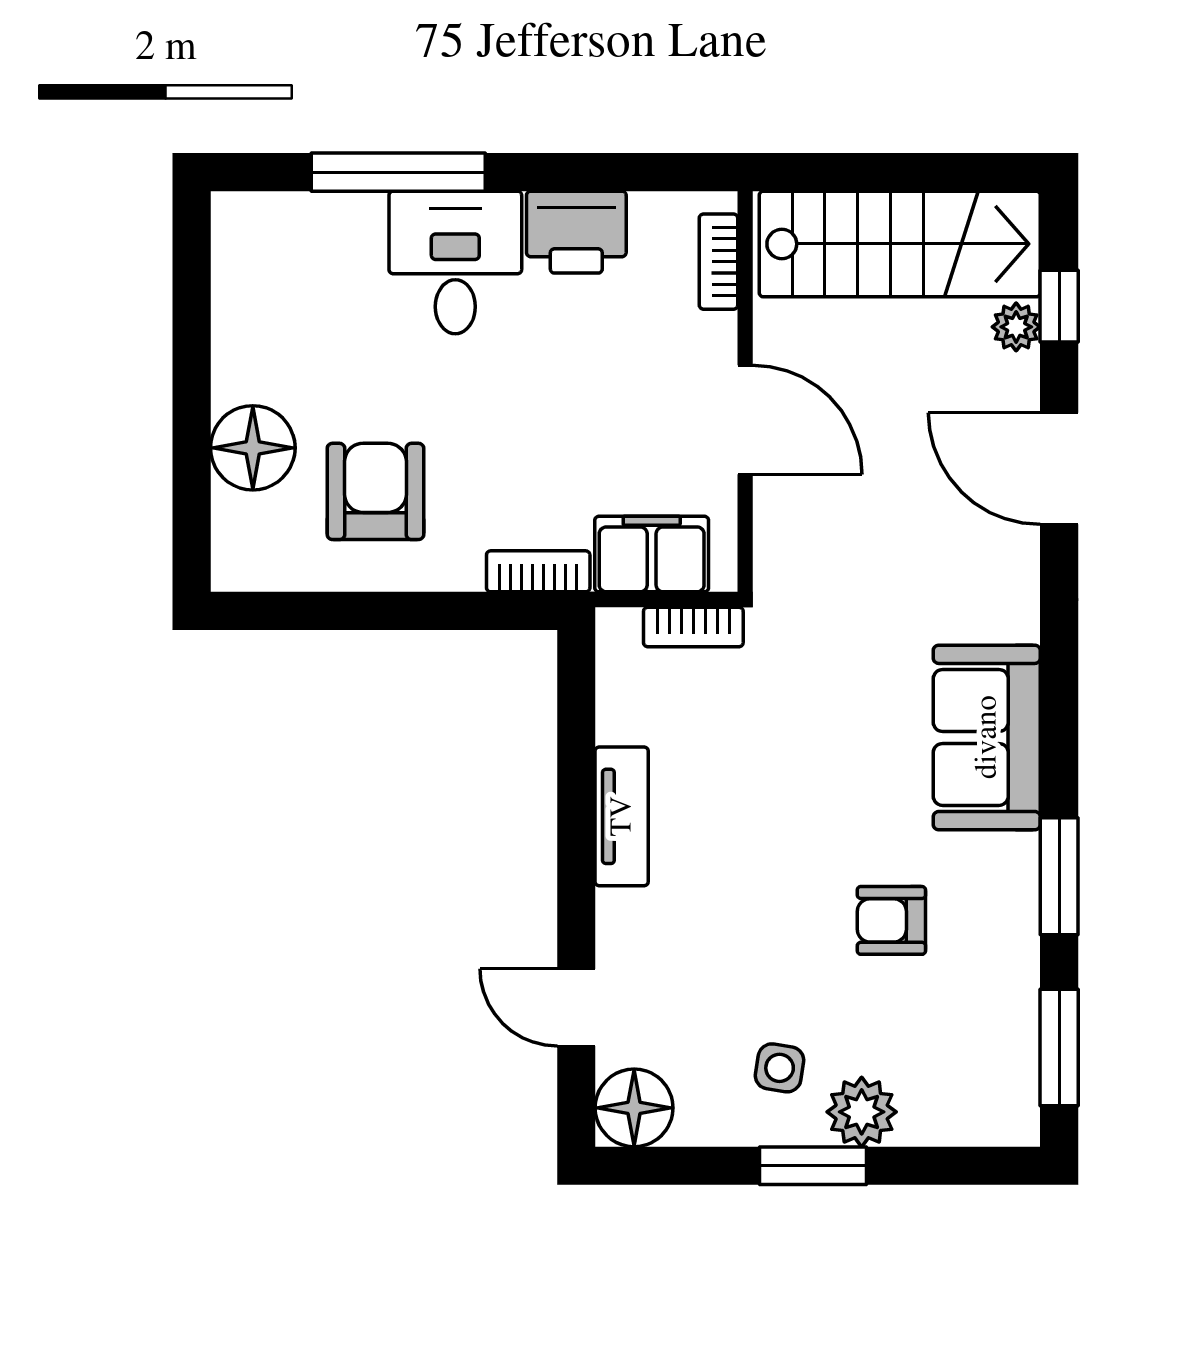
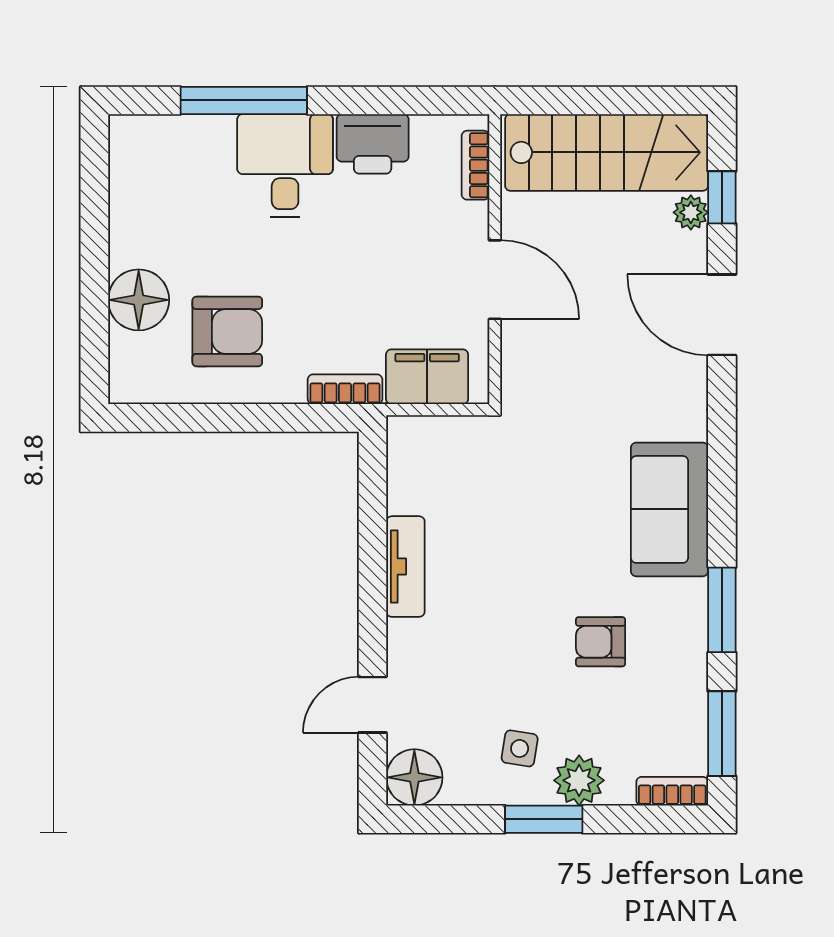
armchair: (375, 491) -> (227, 331), turned 90
bookcase: (693, 627) -> (672, 791), moved, turned 180
door: (576, 1007) -> (373, 705), hinge flipped

